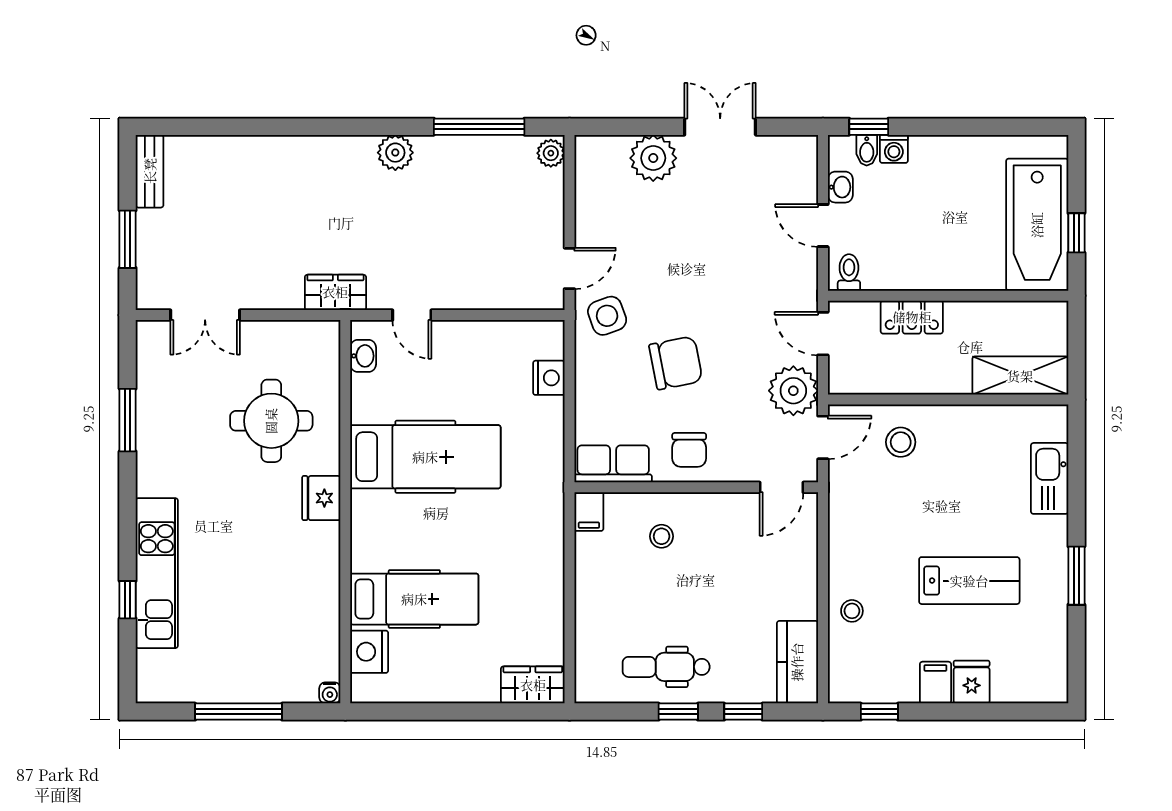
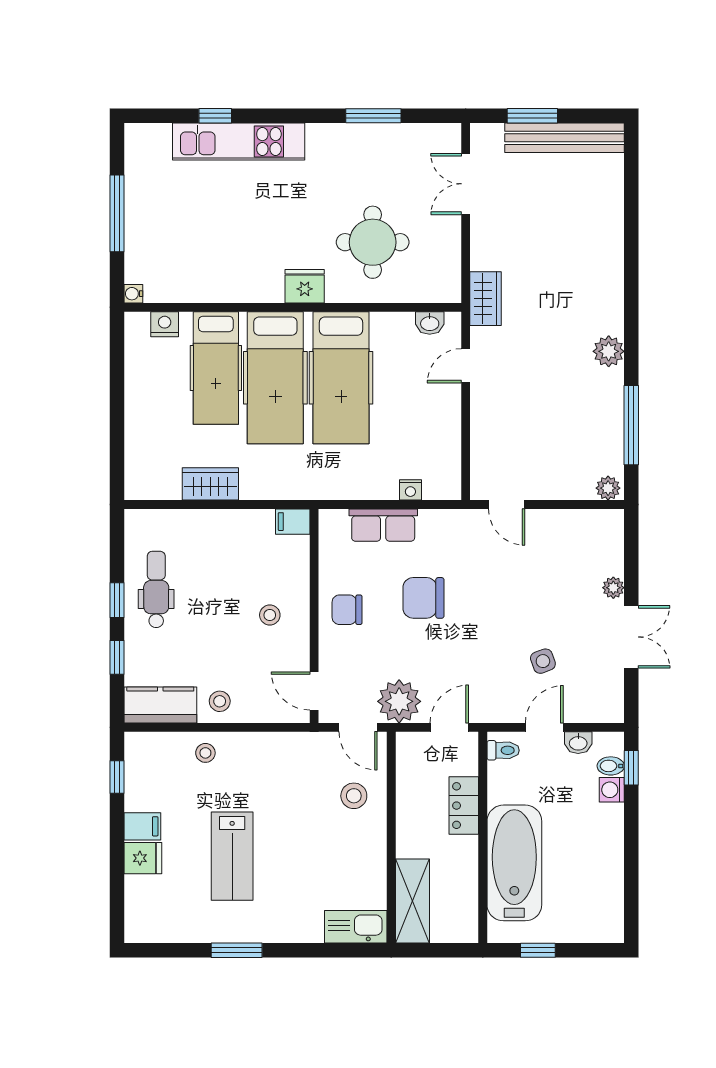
plant: (653, 158) -> (613, 588), width x0.53, depth x0.53
bench: (150, 171) -> (565, 138), width x1.86, depth x1.21
bathtub: (1037, 225) -> (514, 863), moved, turned 90
side table: (607, 316) -> (543, 661), moved, width x0.73, depth x0.73
chair: (676, 363) -> (424, 598), turned 101
nightstand: (549, 378) -> (410, 490), width x0.72, depth x0.74
row of seats: (613, 464) -> (383, 525), moved, turned 90
kitchen sink: (1050, 478) -> (356, 927), moved
hospital bed: (425, 531) -> (275, 378), added
stool: (662, 536) -> (270, 615), moved
stool: (793, 595) -> (220, 701), added
nightstand: (369, 652) -> (165, 324), width x0.74, depth x0.75
wardrobe: (533, 685) -> (210, 484), moved, turned -90

